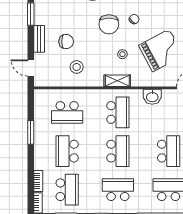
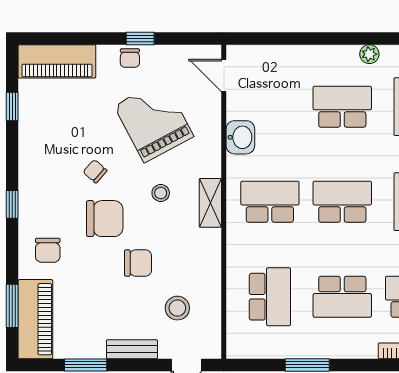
chair: (66, 42) -> (138, 263), moved, turned 90
stool: (77, 67) -> (177, 308), moved

